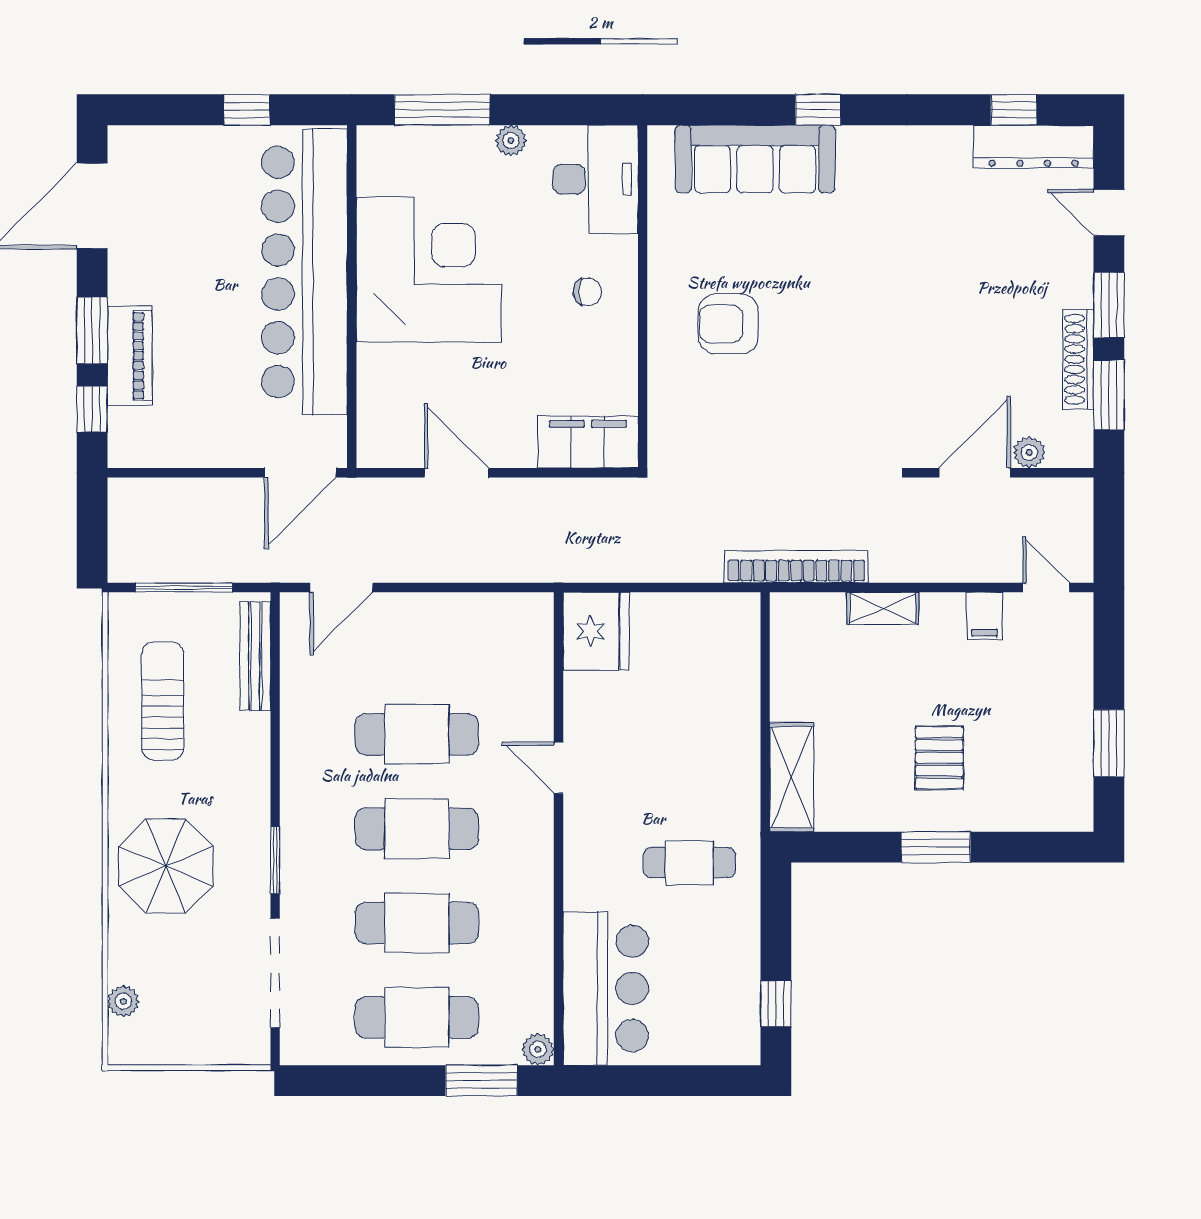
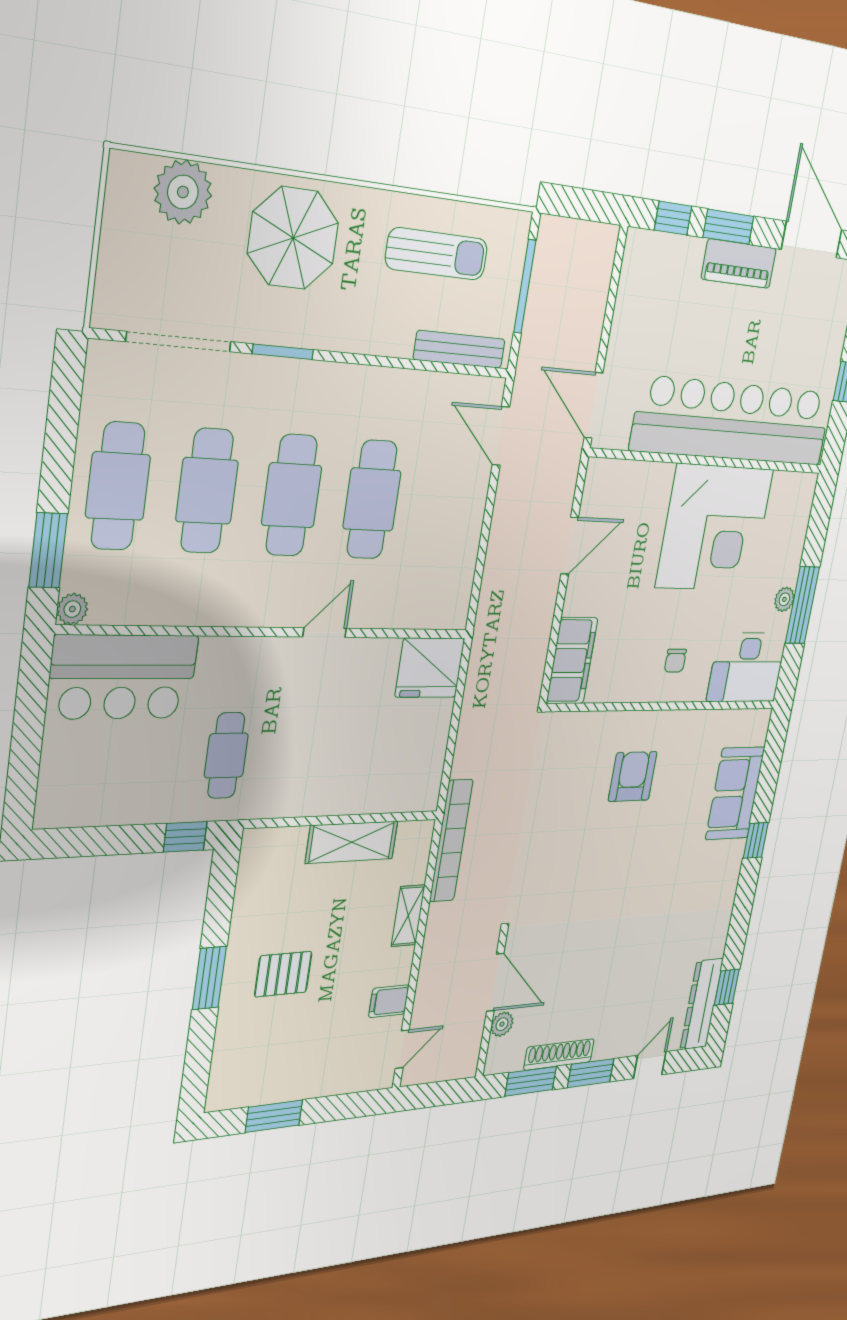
window: (442, 110) -> (802, 605), moved
sofa: (755, 159) -> (735, 793), width x0.73
piano: (130, 356) -> (739, 264), moved
shelving: (792, 777) -> (352, 842), moved
plant: (123, 1001) -> (183, 192), width x1.88, depth x1.88
window: (776, 1004) -> (185, 837), moved

